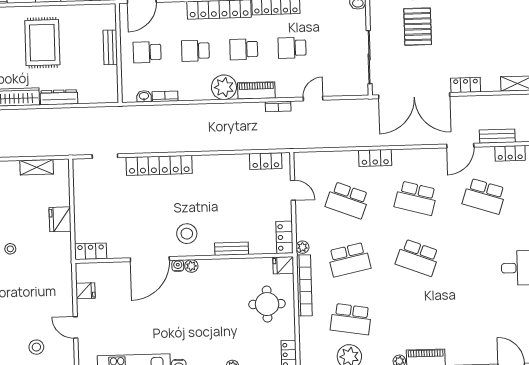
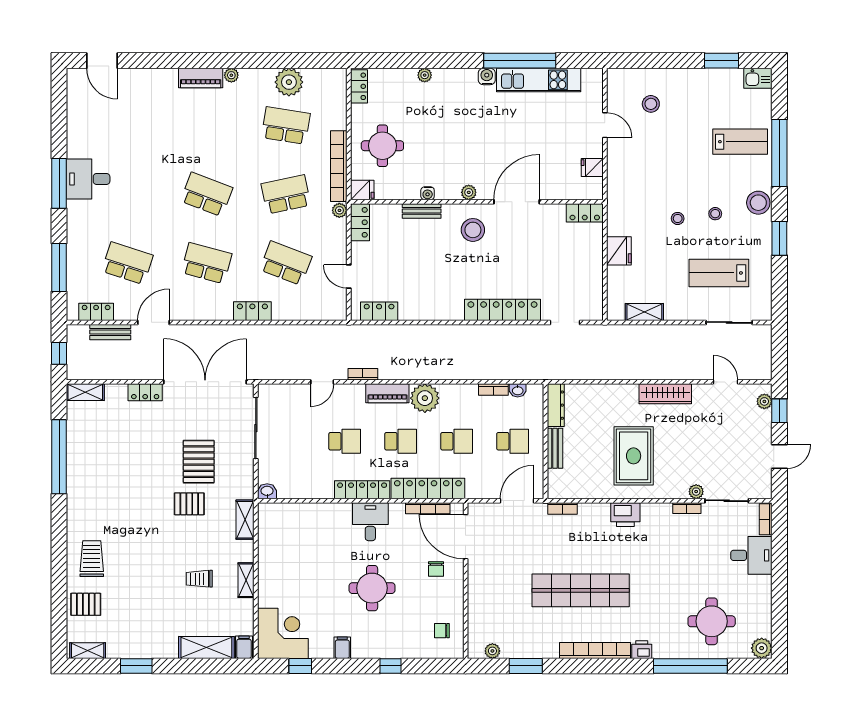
dresser: (59, 97) -> (556, 405), moved, turned -90
water cooler: (178, 266) -> (428, 193), moved

